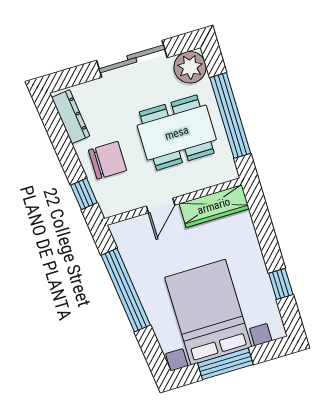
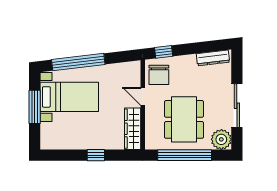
chair: (107, 160) -> (159, 75), moved
window: (281, 284) -> (96, 155), moved
window: (126, 290) -> (78, 62), moved
bed with nightstands: (208, 312) -> (69, 97), width x0.73

